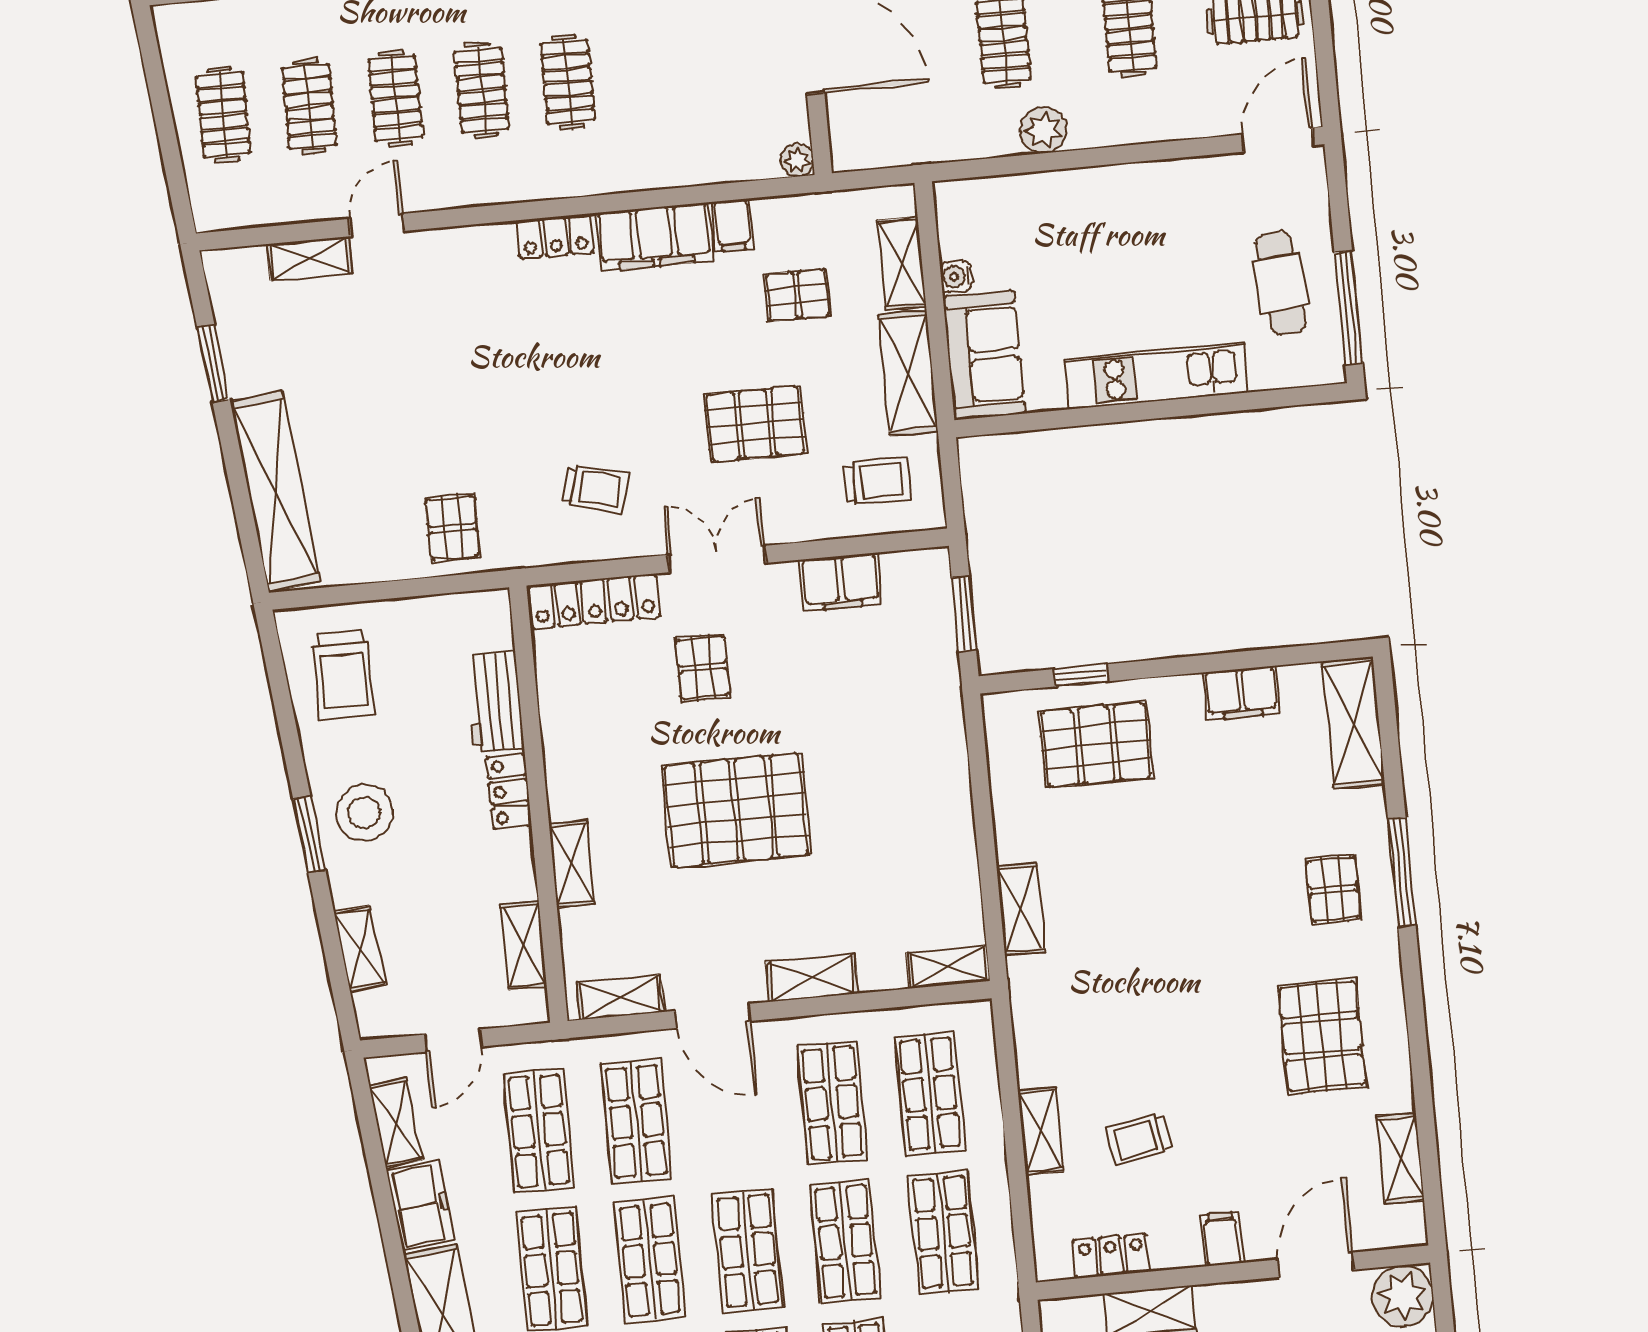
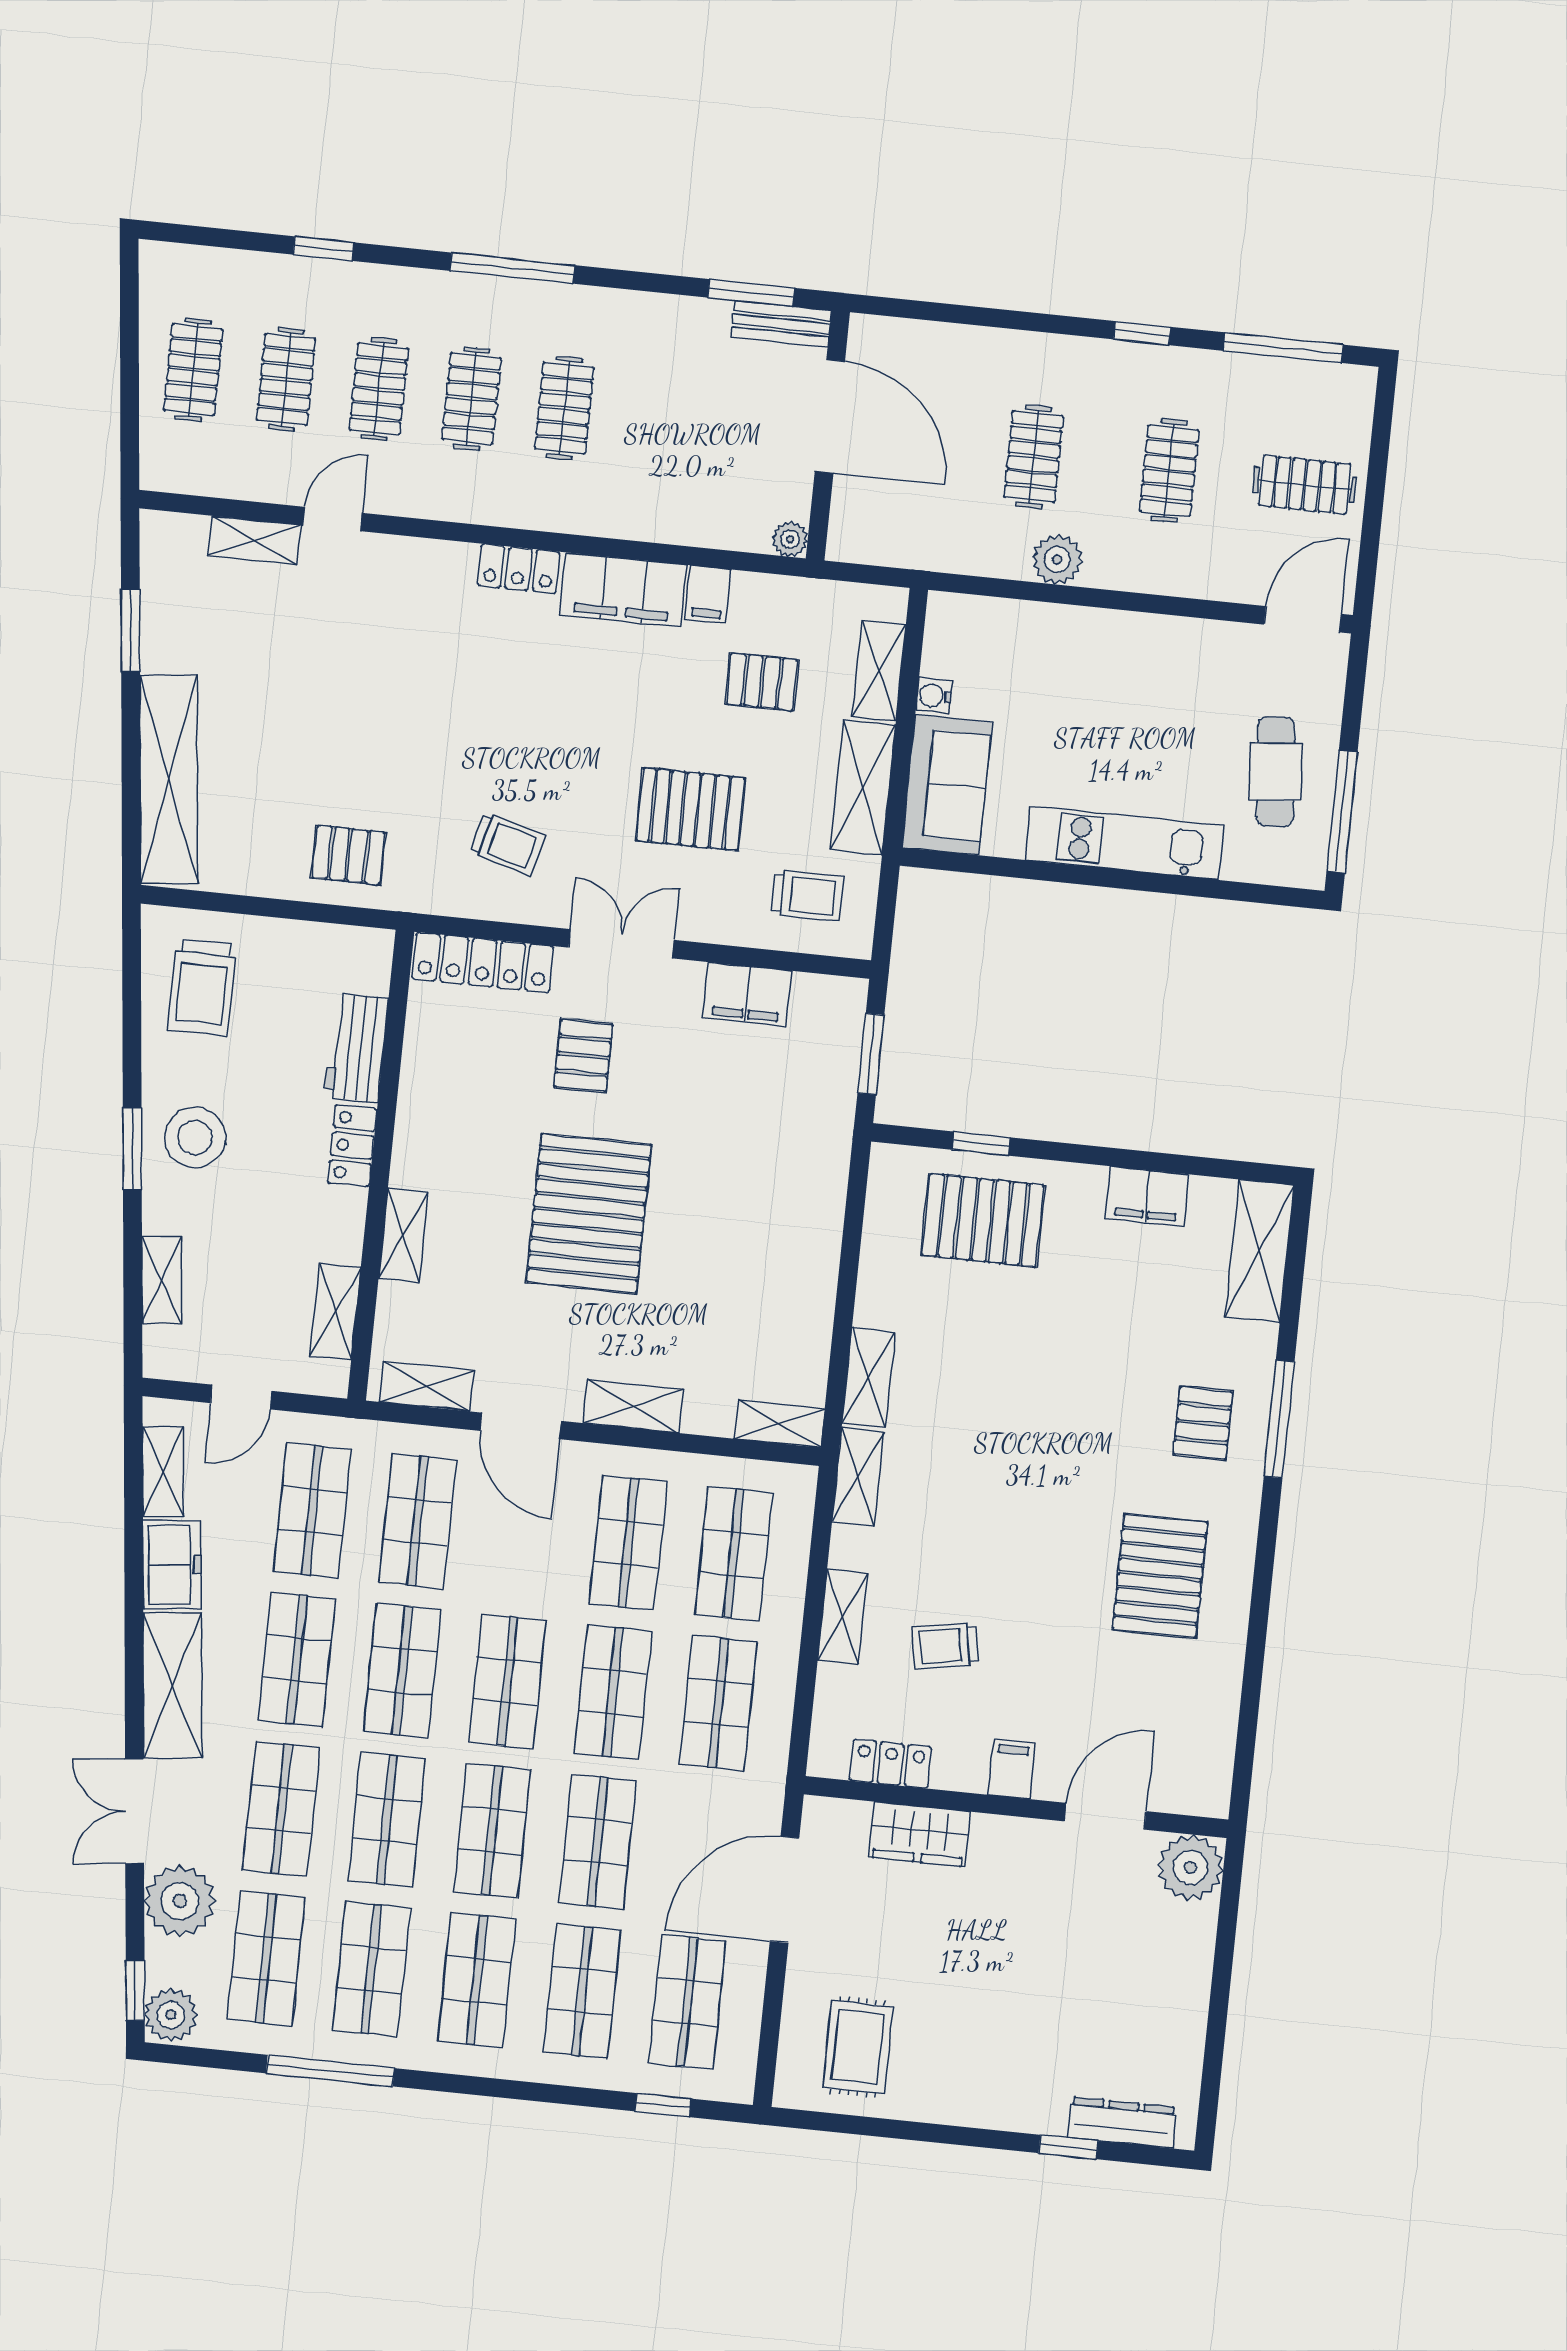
pallet: (453, 528) -> (348, 855), turned 90
pallet: (736, 810) -> (589, 1213), turned 90
shelving: (1400, 1158) -> (858, 1477), moved

